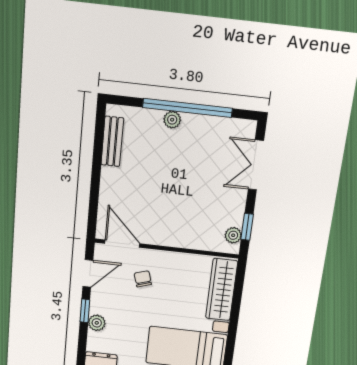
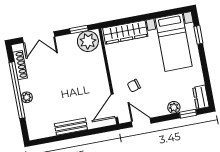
shoe rack: (224, 124) -> (20, 65), added
bench: (112, 141) -> (71, 127), moved
plant: (233, 235) -> (88, 41), width x1.88, depth x1.88
window: (85, 311) -> (188, 114), moved

